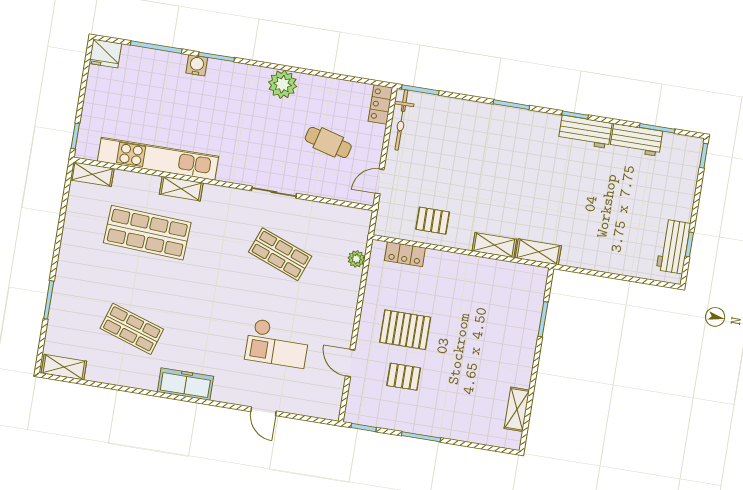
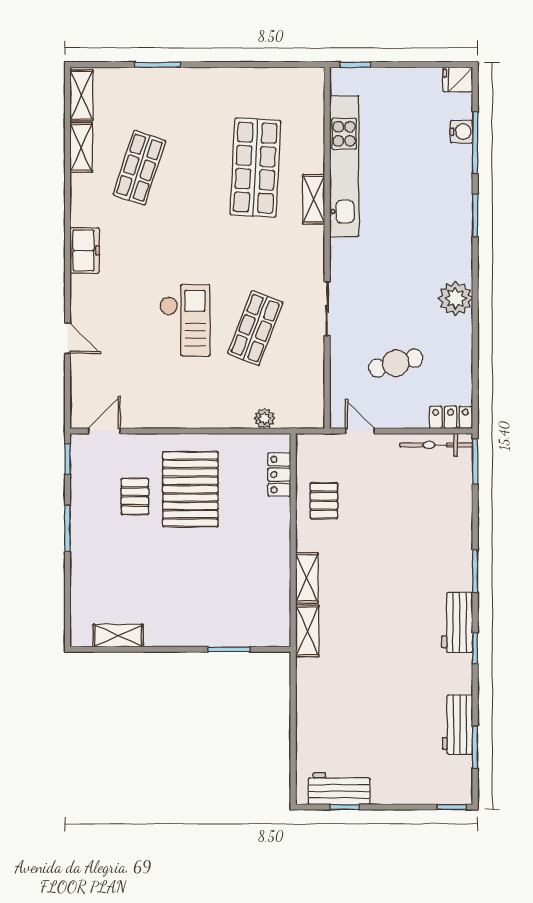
fridge: (105, 54) -> (458, 80), width x0.72
water cooler: (197, 65) -> (461, 132), moved
workbench: (585, 132) -> (457, 623), moved
cafe table: (328, 142) -> (396, 363), turned 60
shelving: (92, 174) -> (81, 148), moved
pallet: (405, 330) -> (190, 489), width x1.37, depth x1.41
checkout: (277, 343) -> (185, 320), moved, turned 180
door: (350, 363) -> (104, 431), moved
freezer: (185, 384) -> (85, 250), width x0.71
door: (263, 411) -> (68, 338), swing flipped

